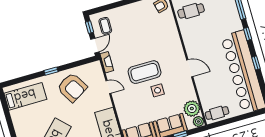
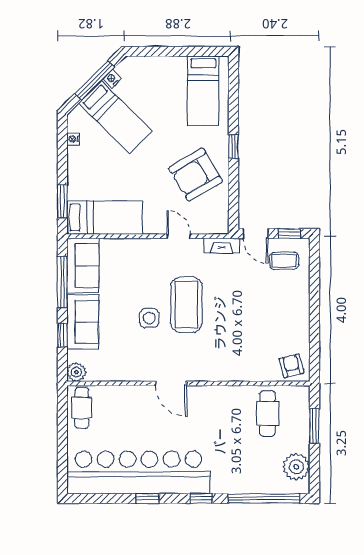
door: (190, 68) -> (171, 383), hinge flipped
door: (108, 87) -> (179, 236), swing flipped
plant: (192, 109) -> (102, 367), removed

